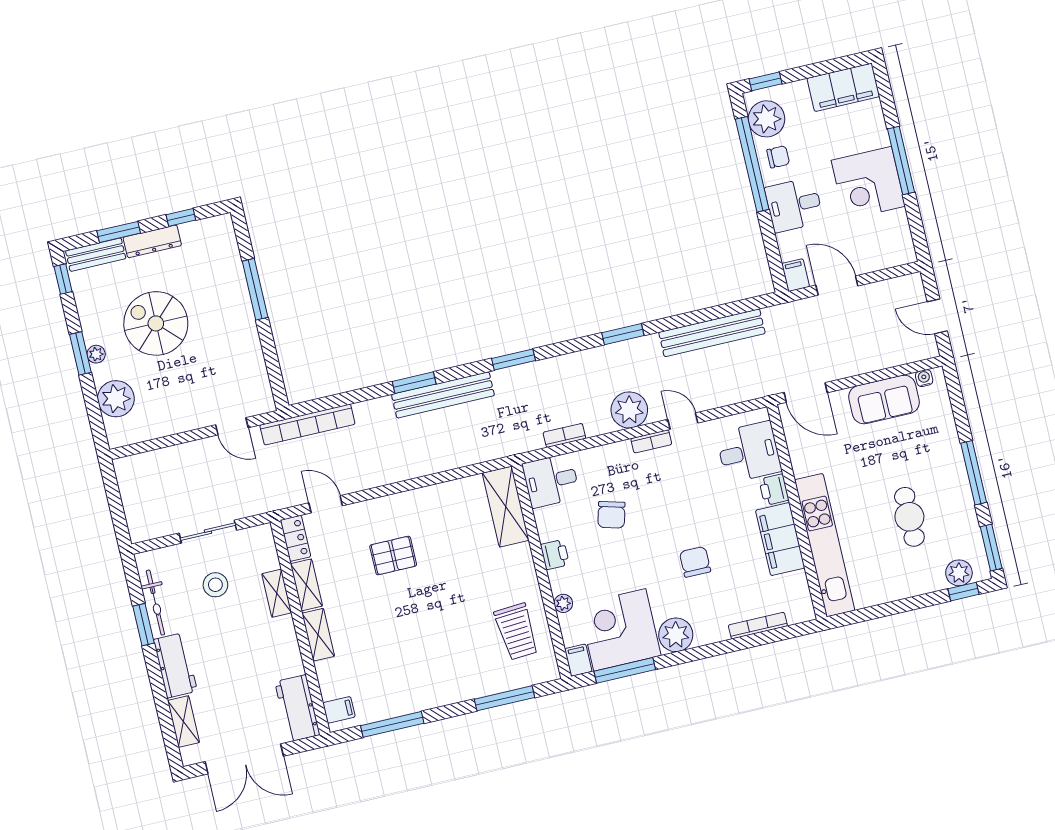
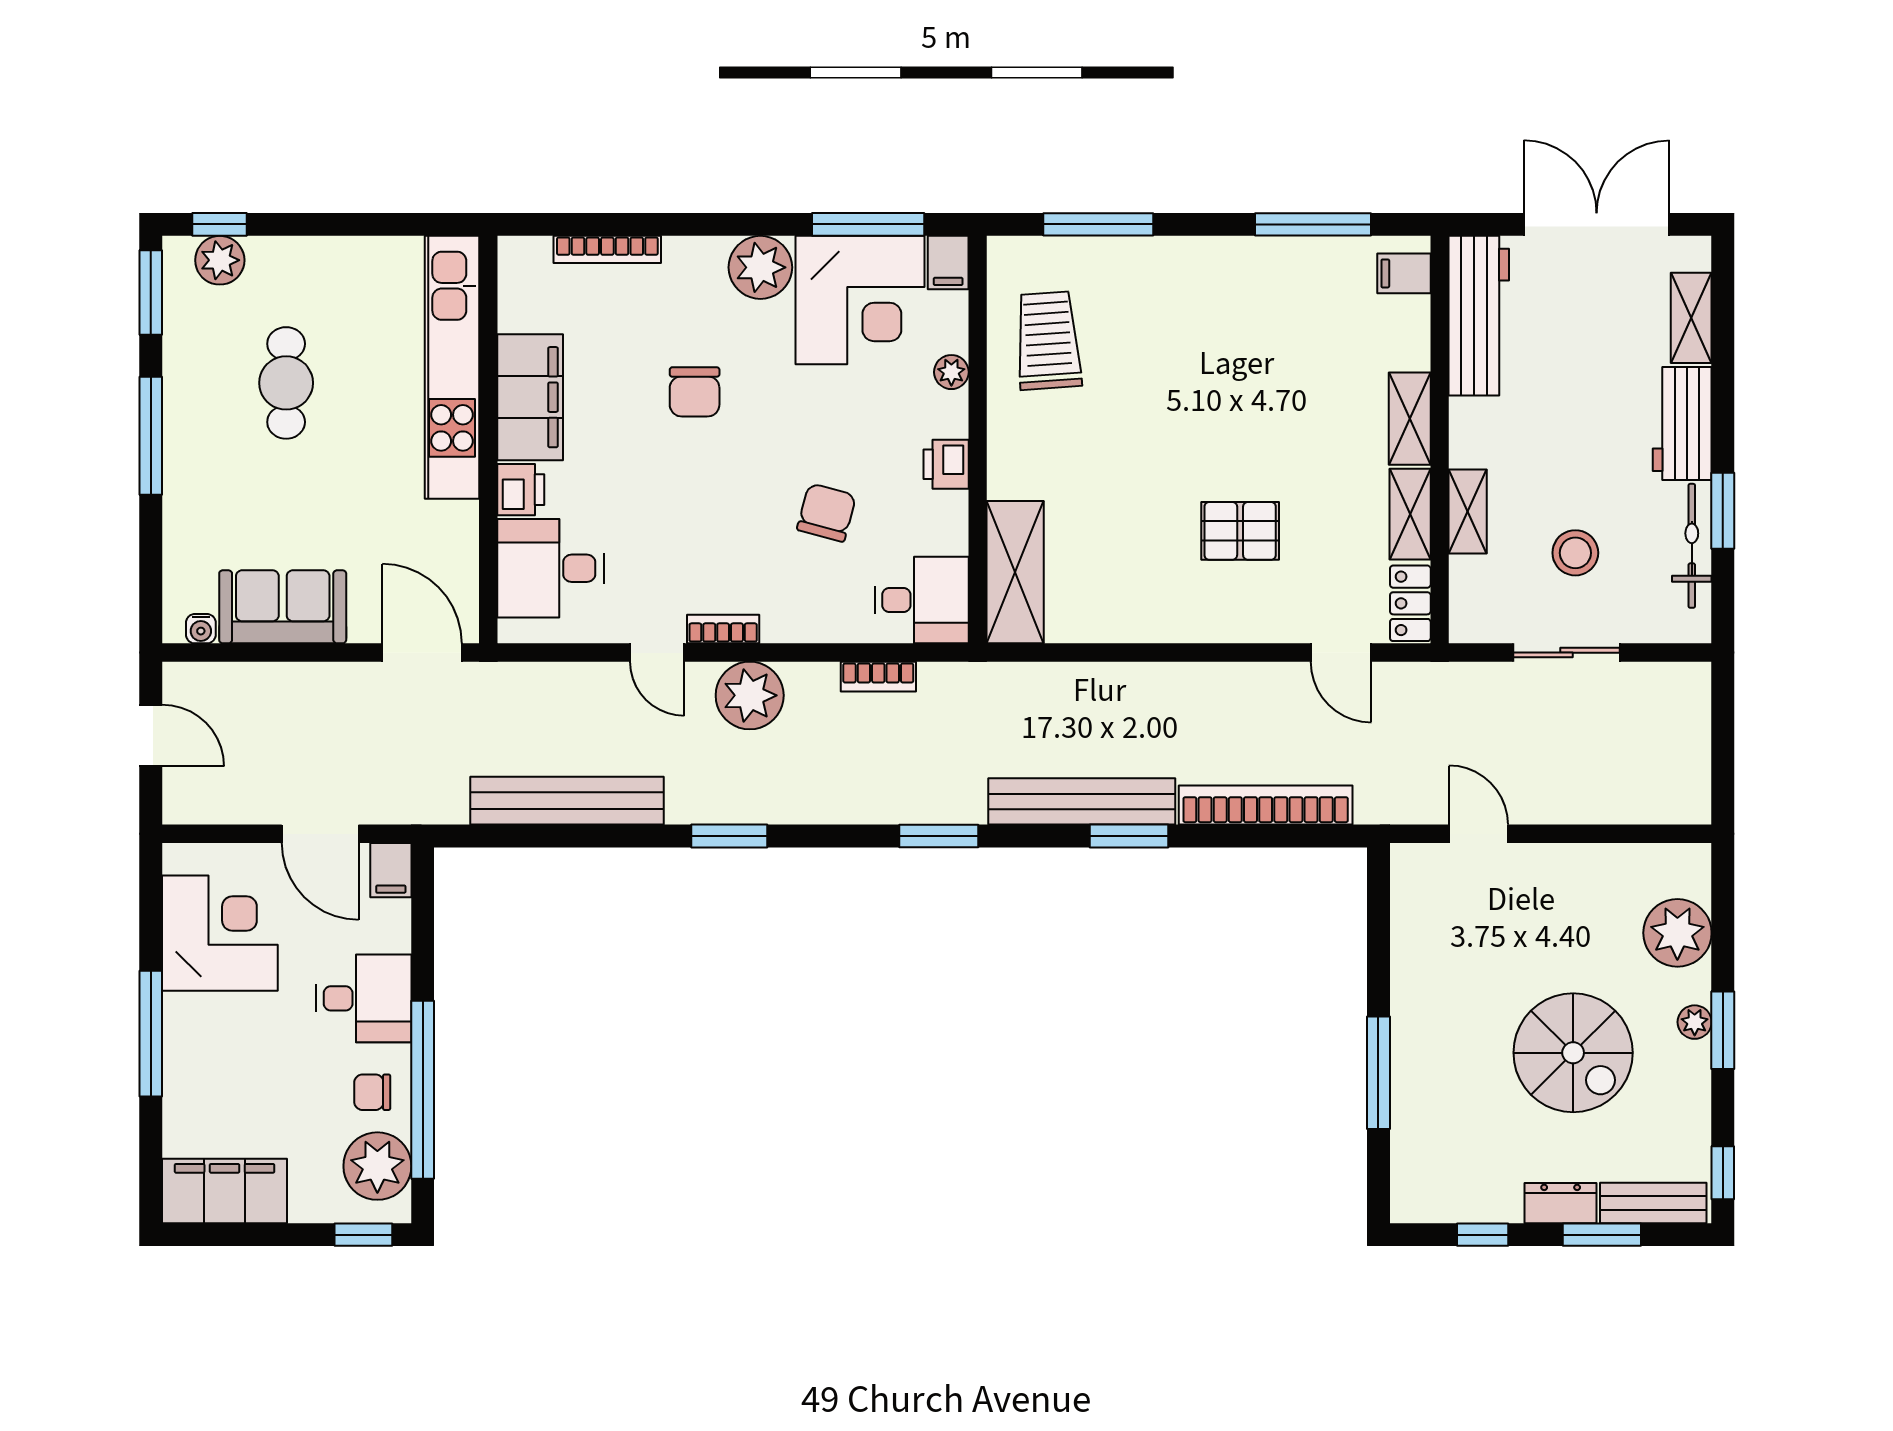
corner desk: (868, 183) -> (220, 933), moved
dresser: (152, 241) -> (1561, 1203), width x0.70
bookcase: (307, 425) -> (1266, 805), moved
workbench: (297, 708) -> (1479, 316), width x1.38

